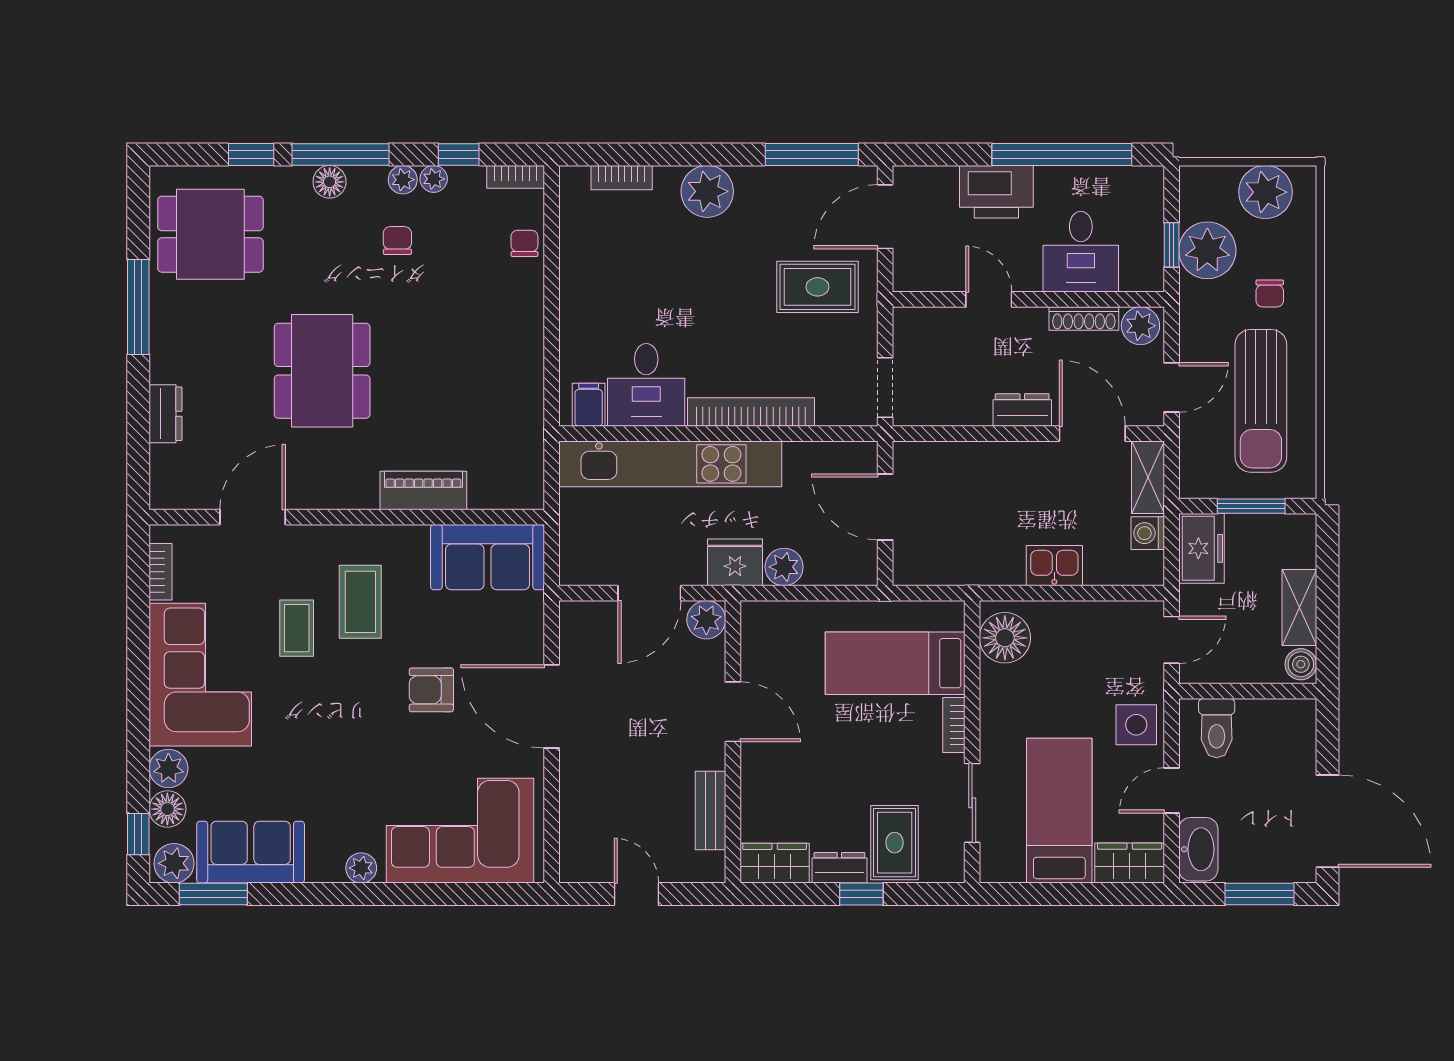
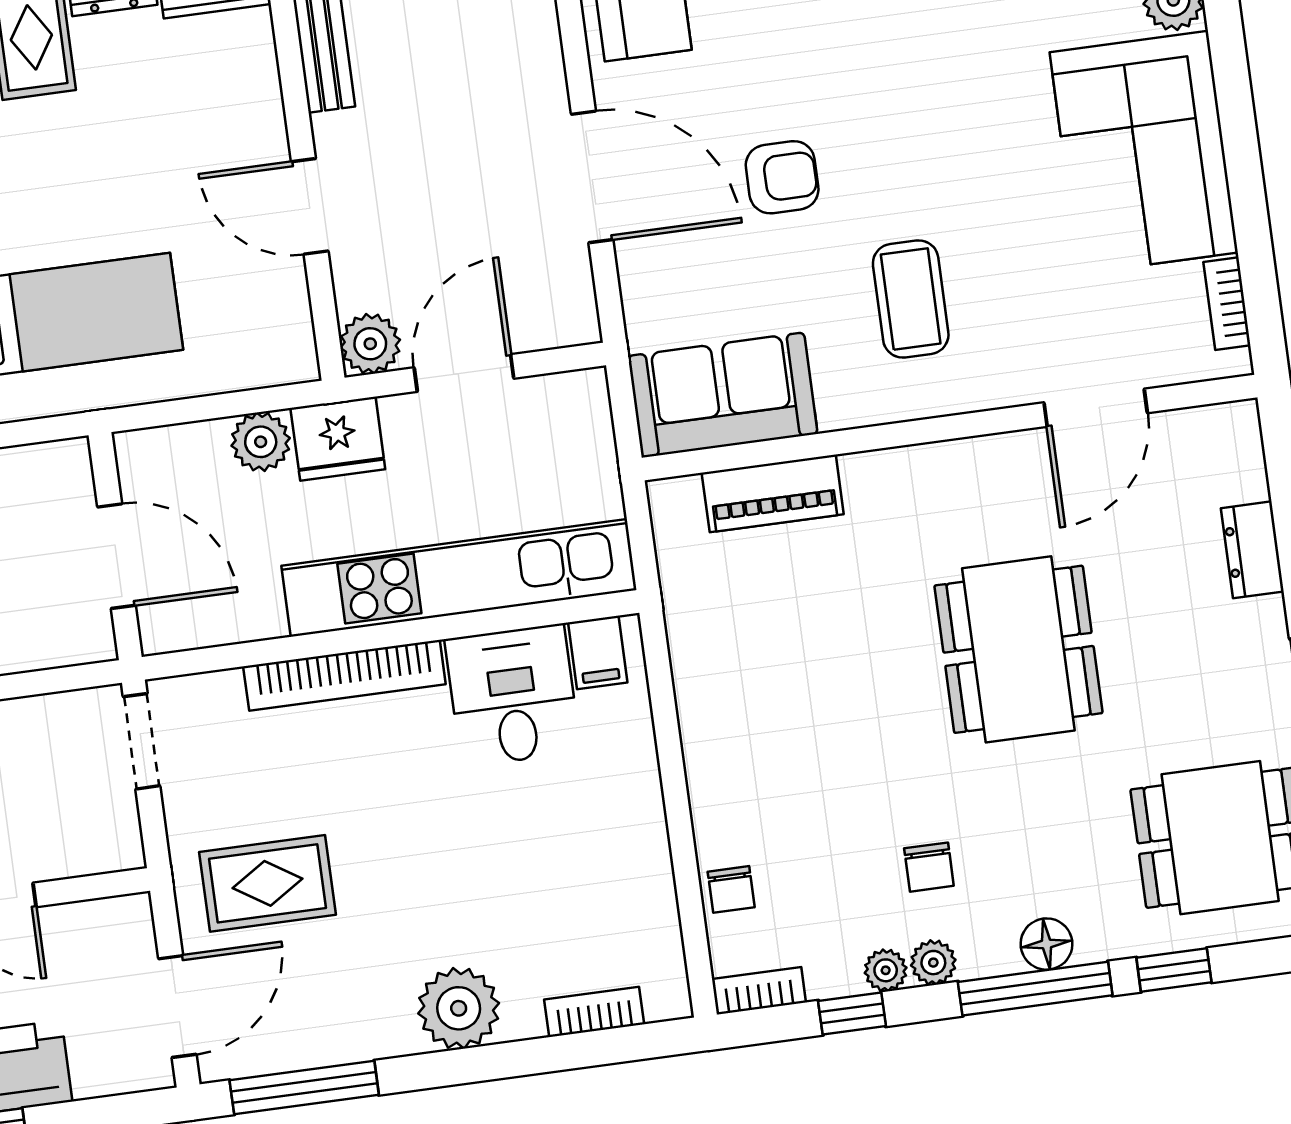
piano: (423, 490) -> (773, 493), moved
coffee table: (297, 628) -> (1004, 245), removed

